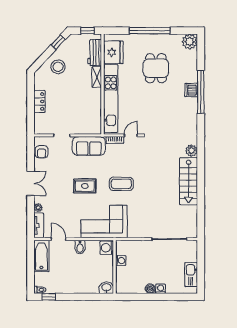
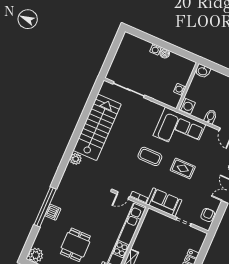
stairs: (189, 181) -> (97, 127), width x1.36, depth x1.51
kitchen sink: (191, 275) -> (123, 50), removed

